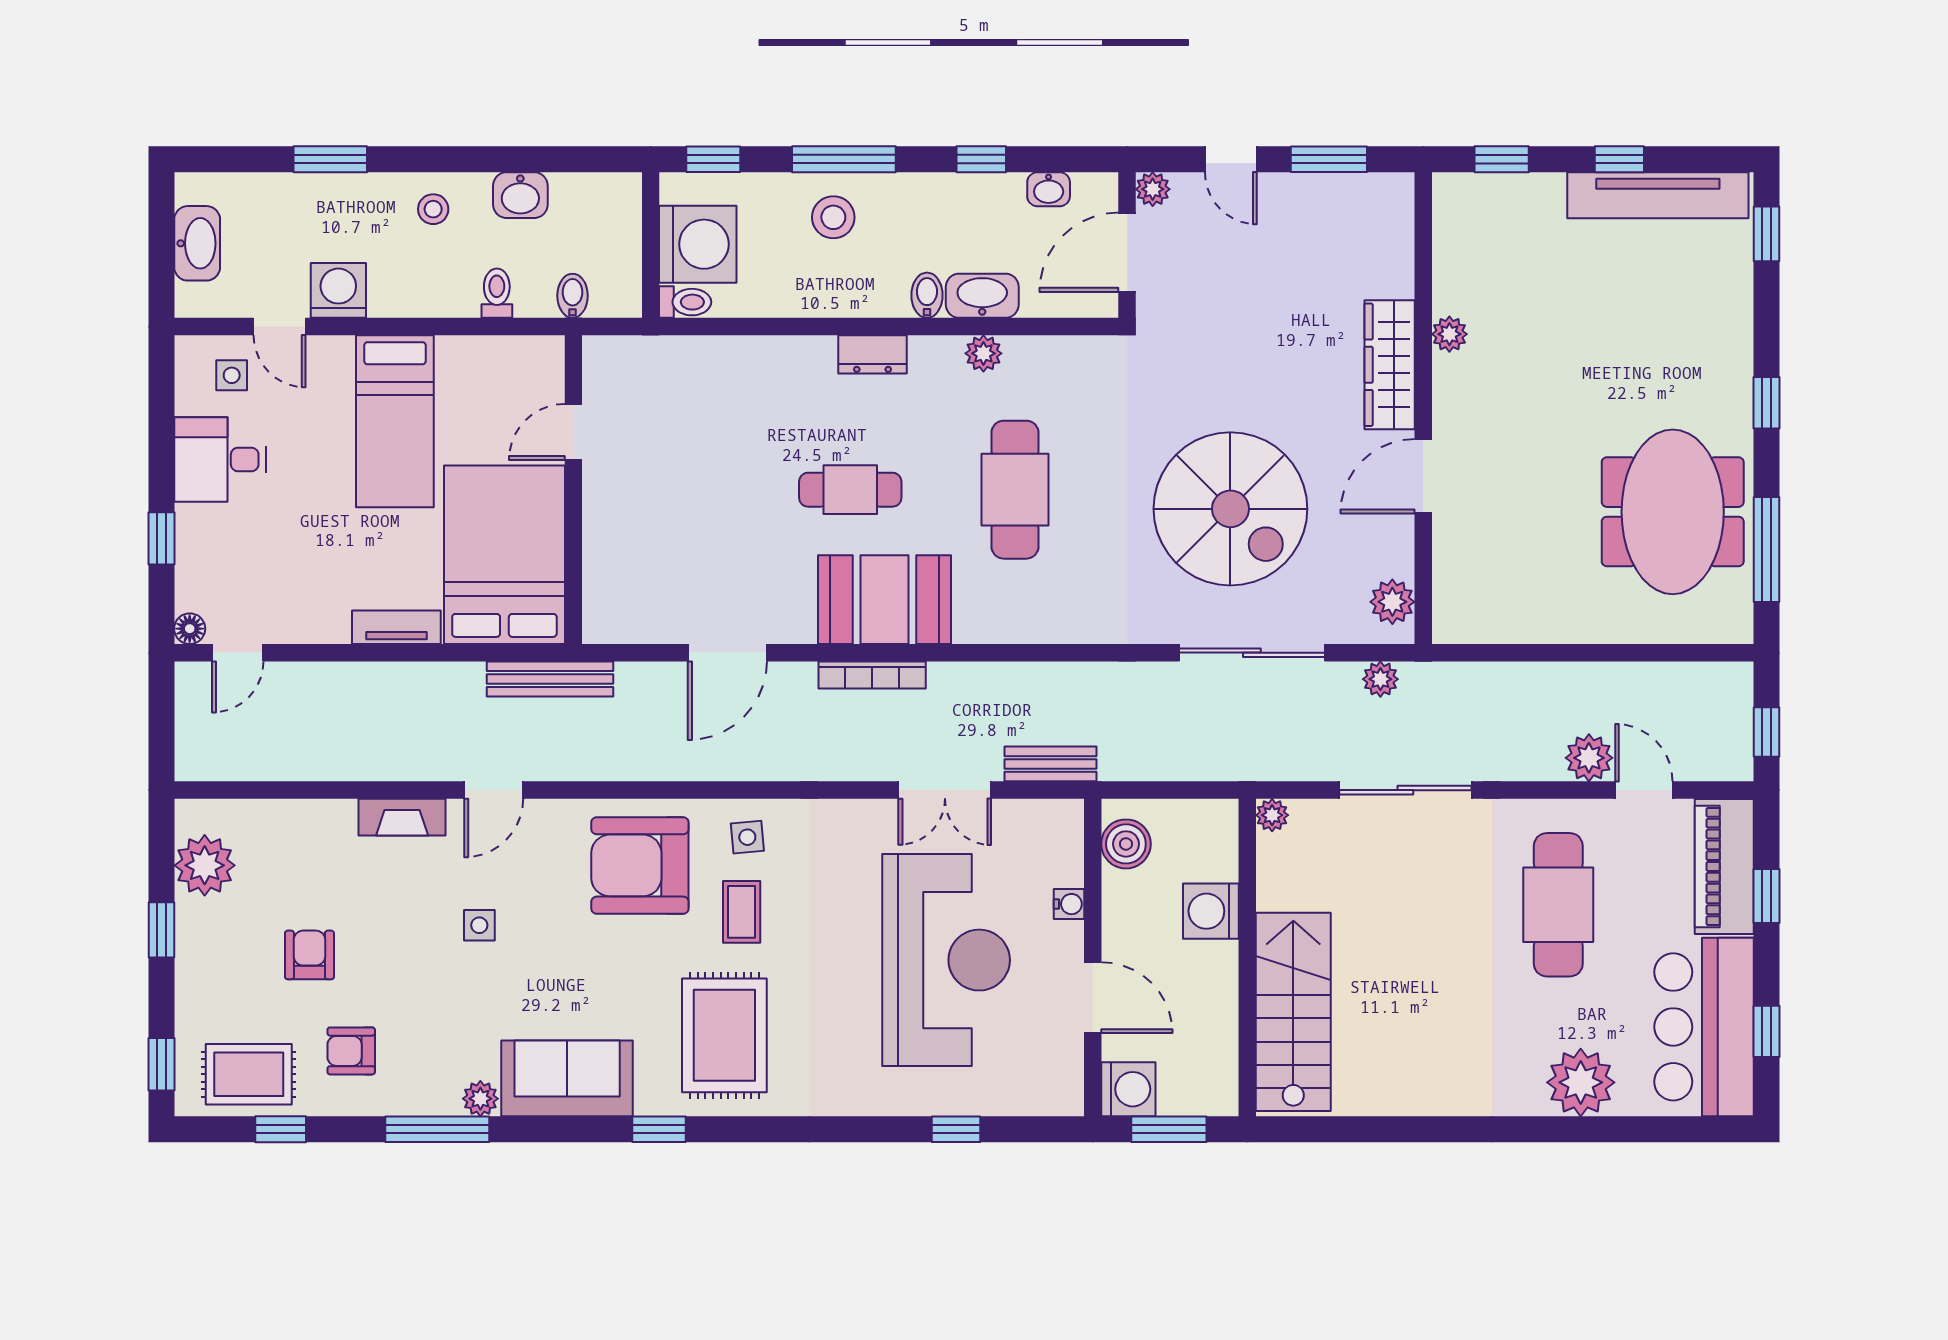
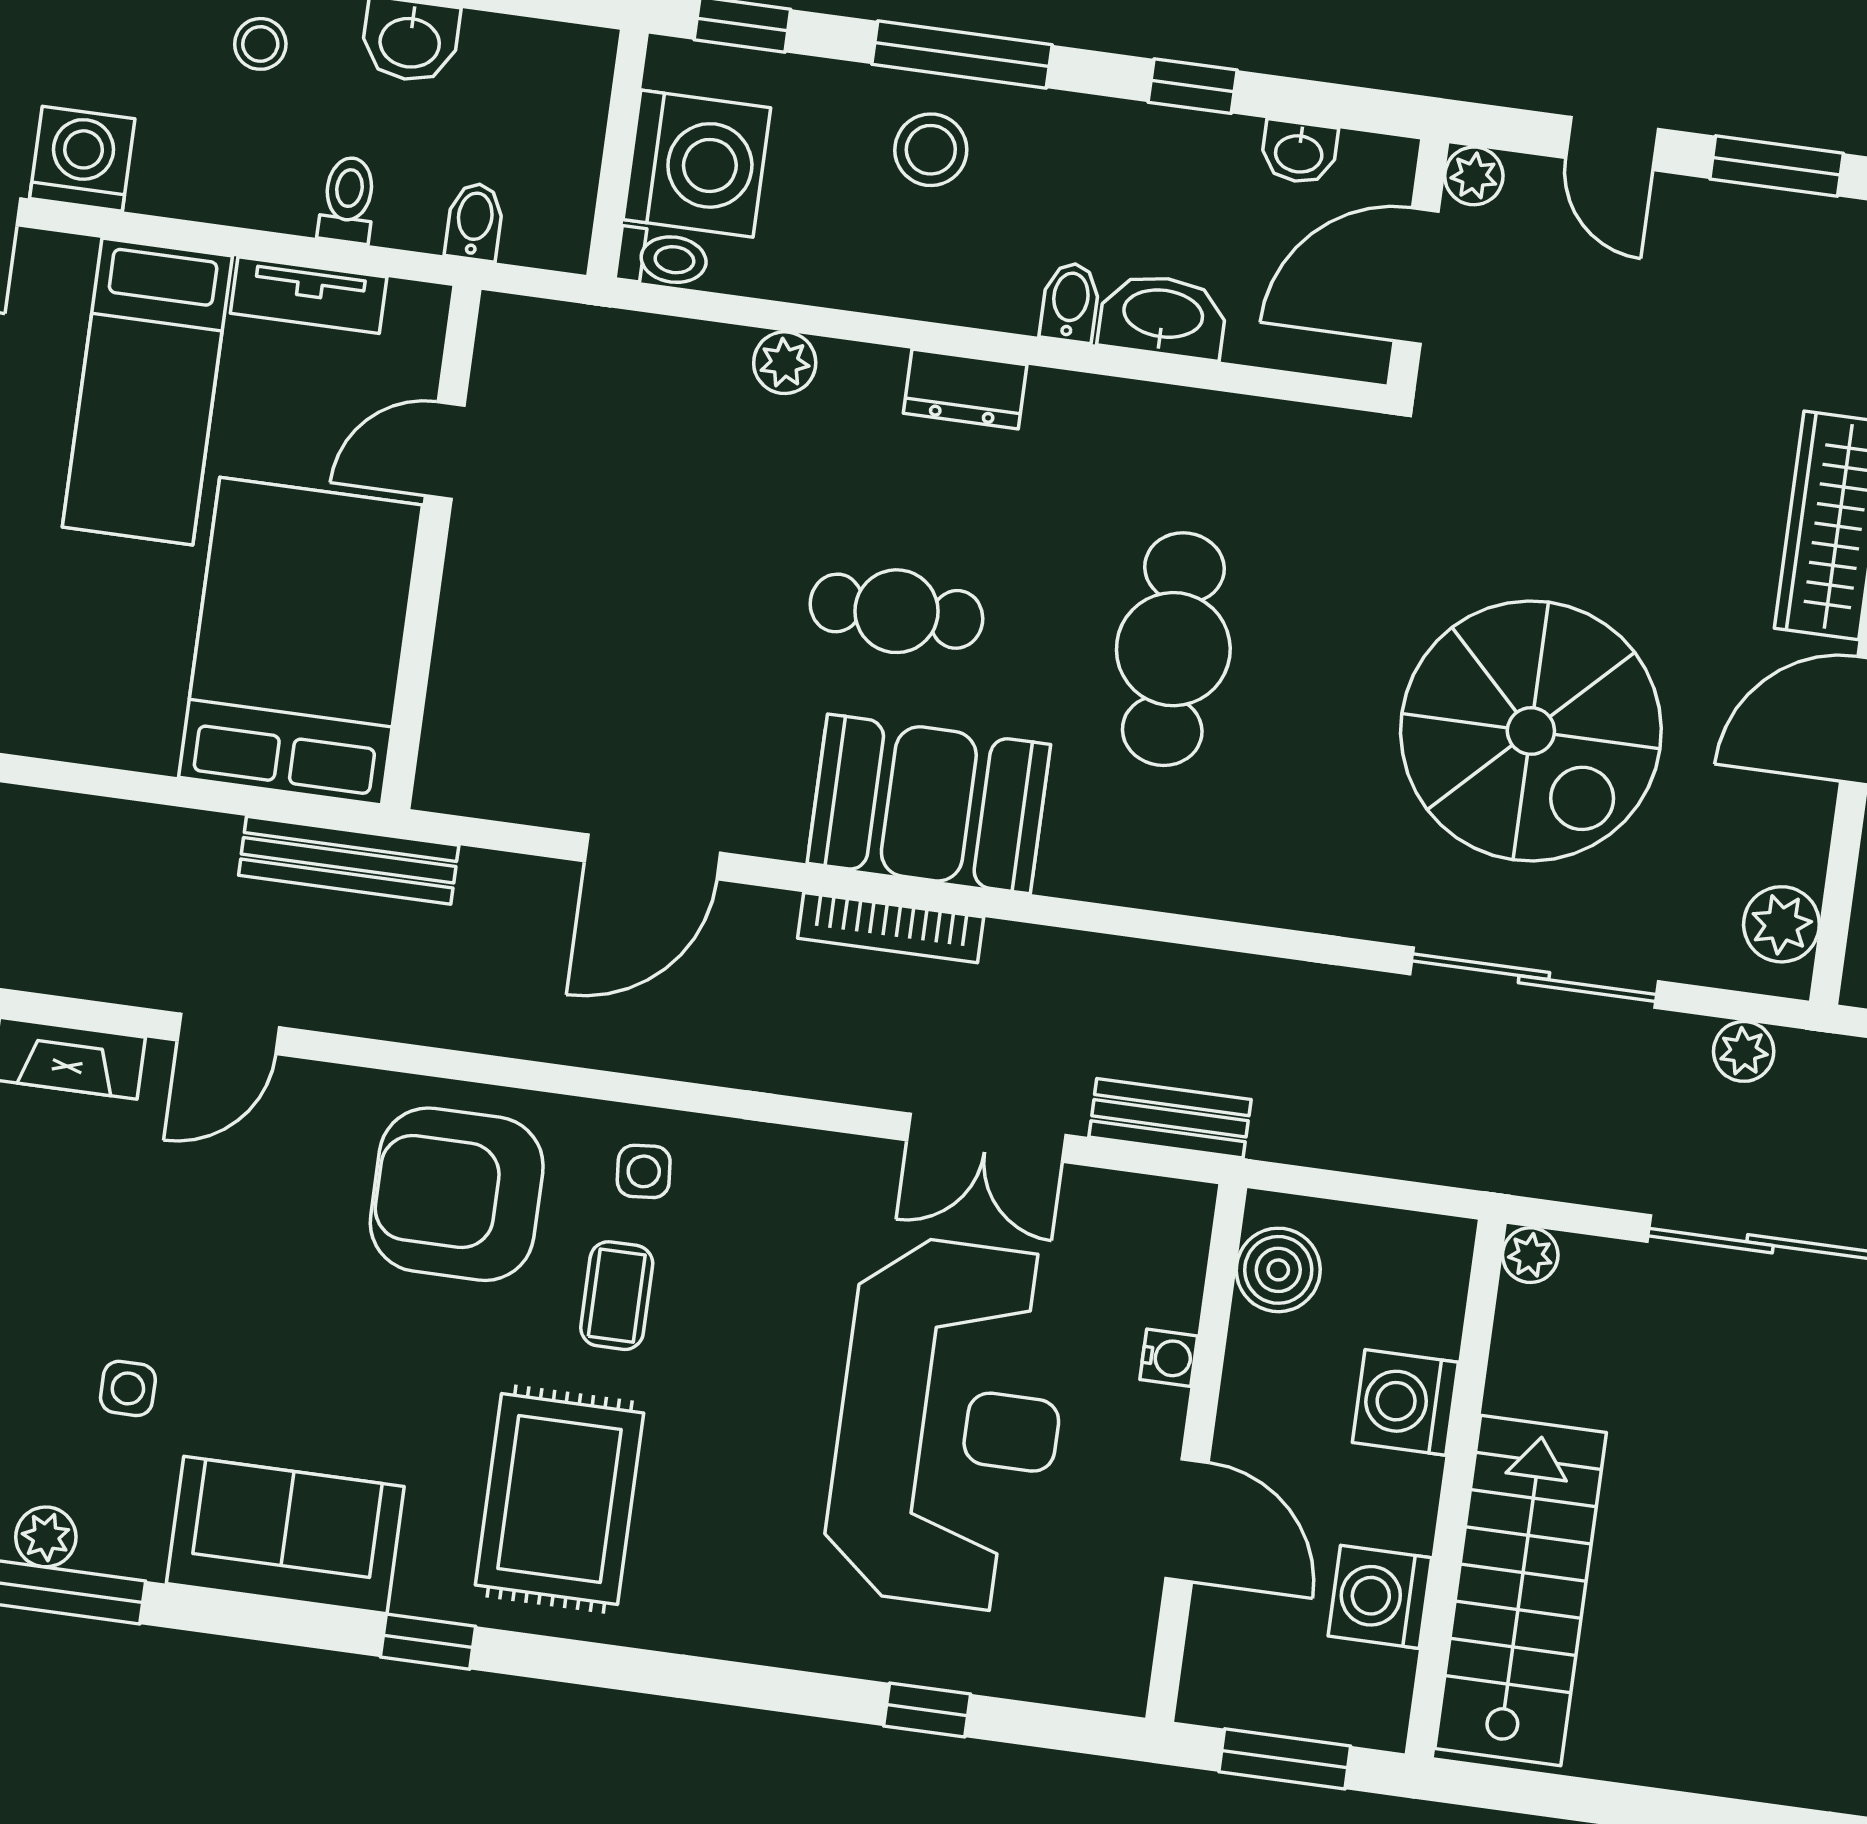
plant: (983, 353) -> (785, 363), moved
tv unit: (396, 627) -> (309, 295), moved, turned 180
side table: (479, 925) -> (128, 1388), moved
washing machine: (1128, 1089) -> (1380, 1597), moved, turned 180
plant: (480, 1099) -> (46, 1537), moved

